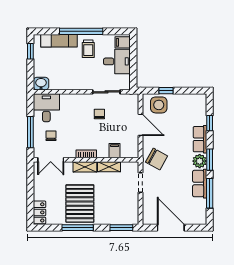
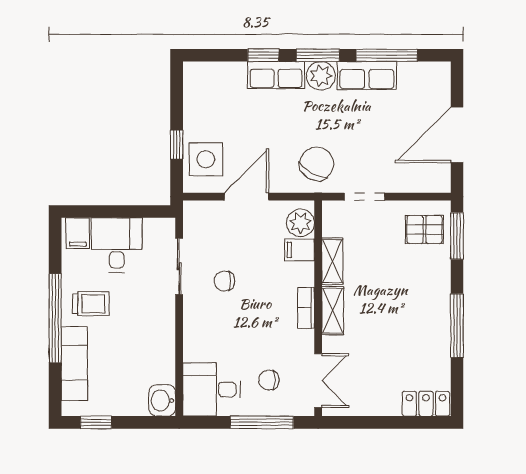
window: (210, 123) -> (263, 55), moved
plant: (128, 151) -> (300, 223), added
pallet: (80, 204) -> (424, 229), moved, width x0.49, depth x0.50

